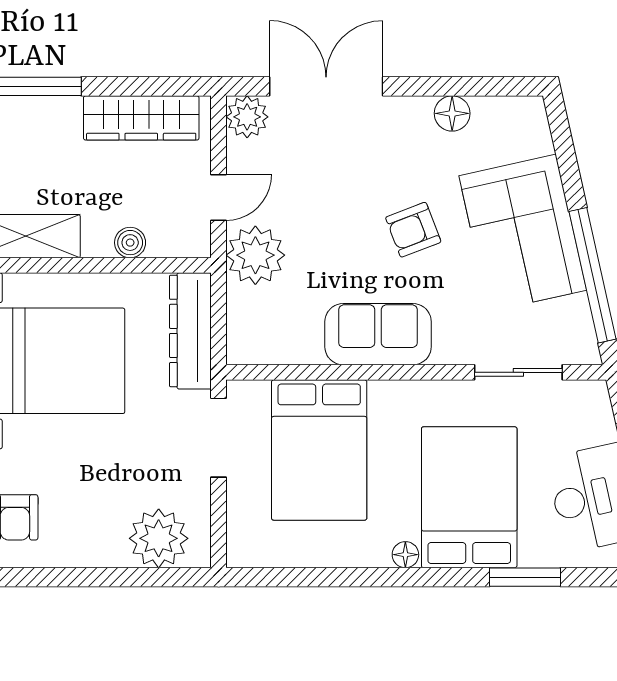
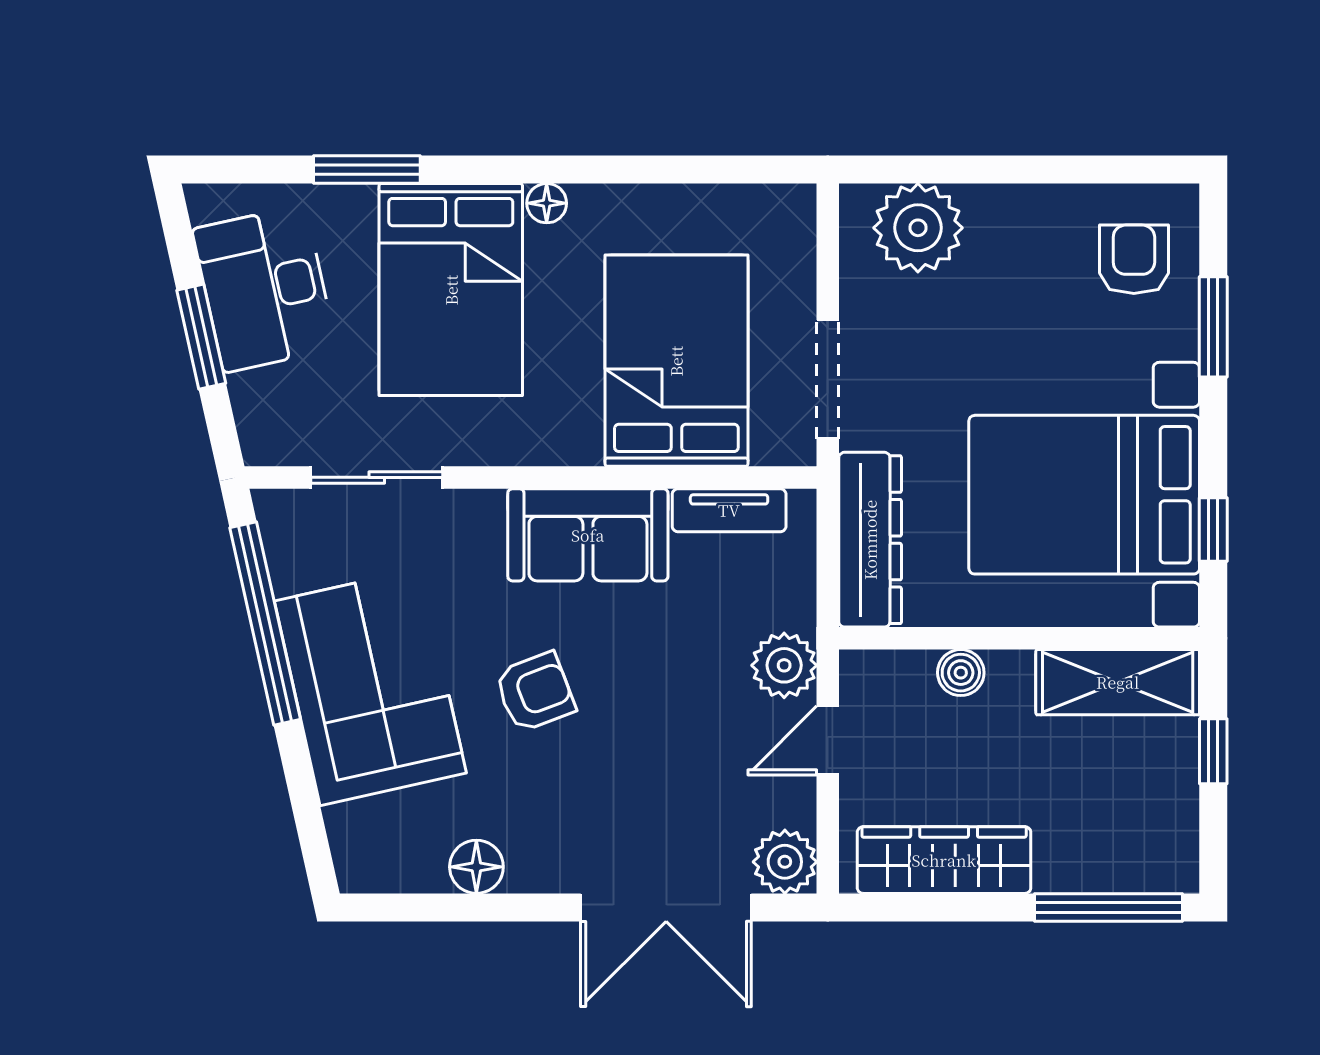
plant: (255, 255) -> (784, 665), width x0.73, depth x0.73
tv unit: (284, 351) -> (729, 510), added

